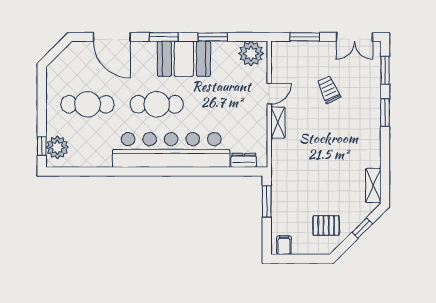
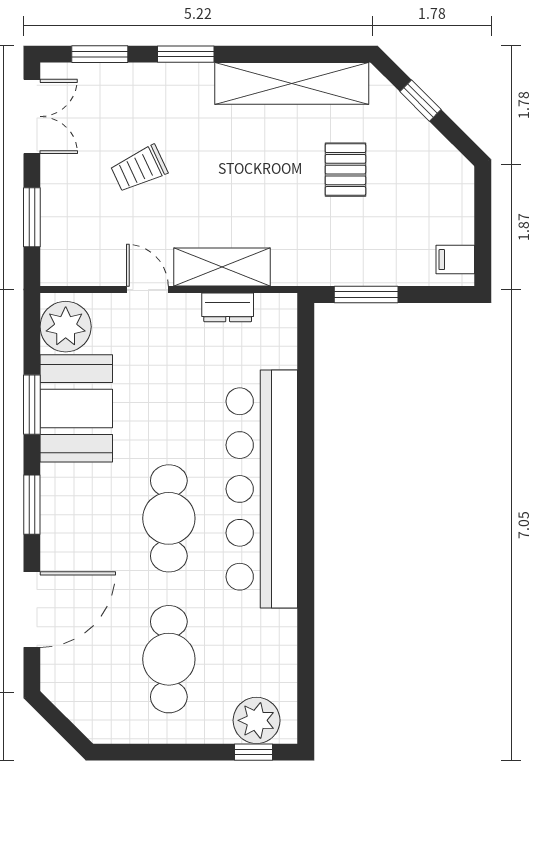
booth: (184, 59) -> (76, 408), moved
shelving: (278, 123) -> (222, 267), width x1.50, depth x1.33
dresser: (244, 160) -> (228, 307), moved, turned -90
shelving: (373, 185) -> (292, 83), width x2.20, depth x1.33
pallet: (326, 226) -> (345, 170), moved

